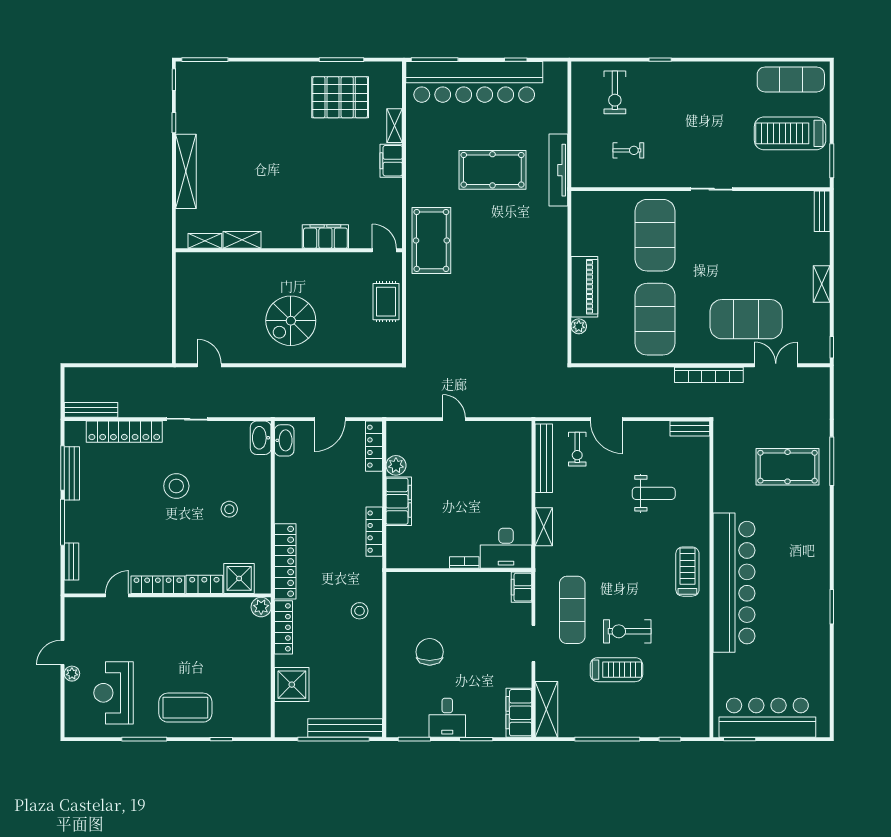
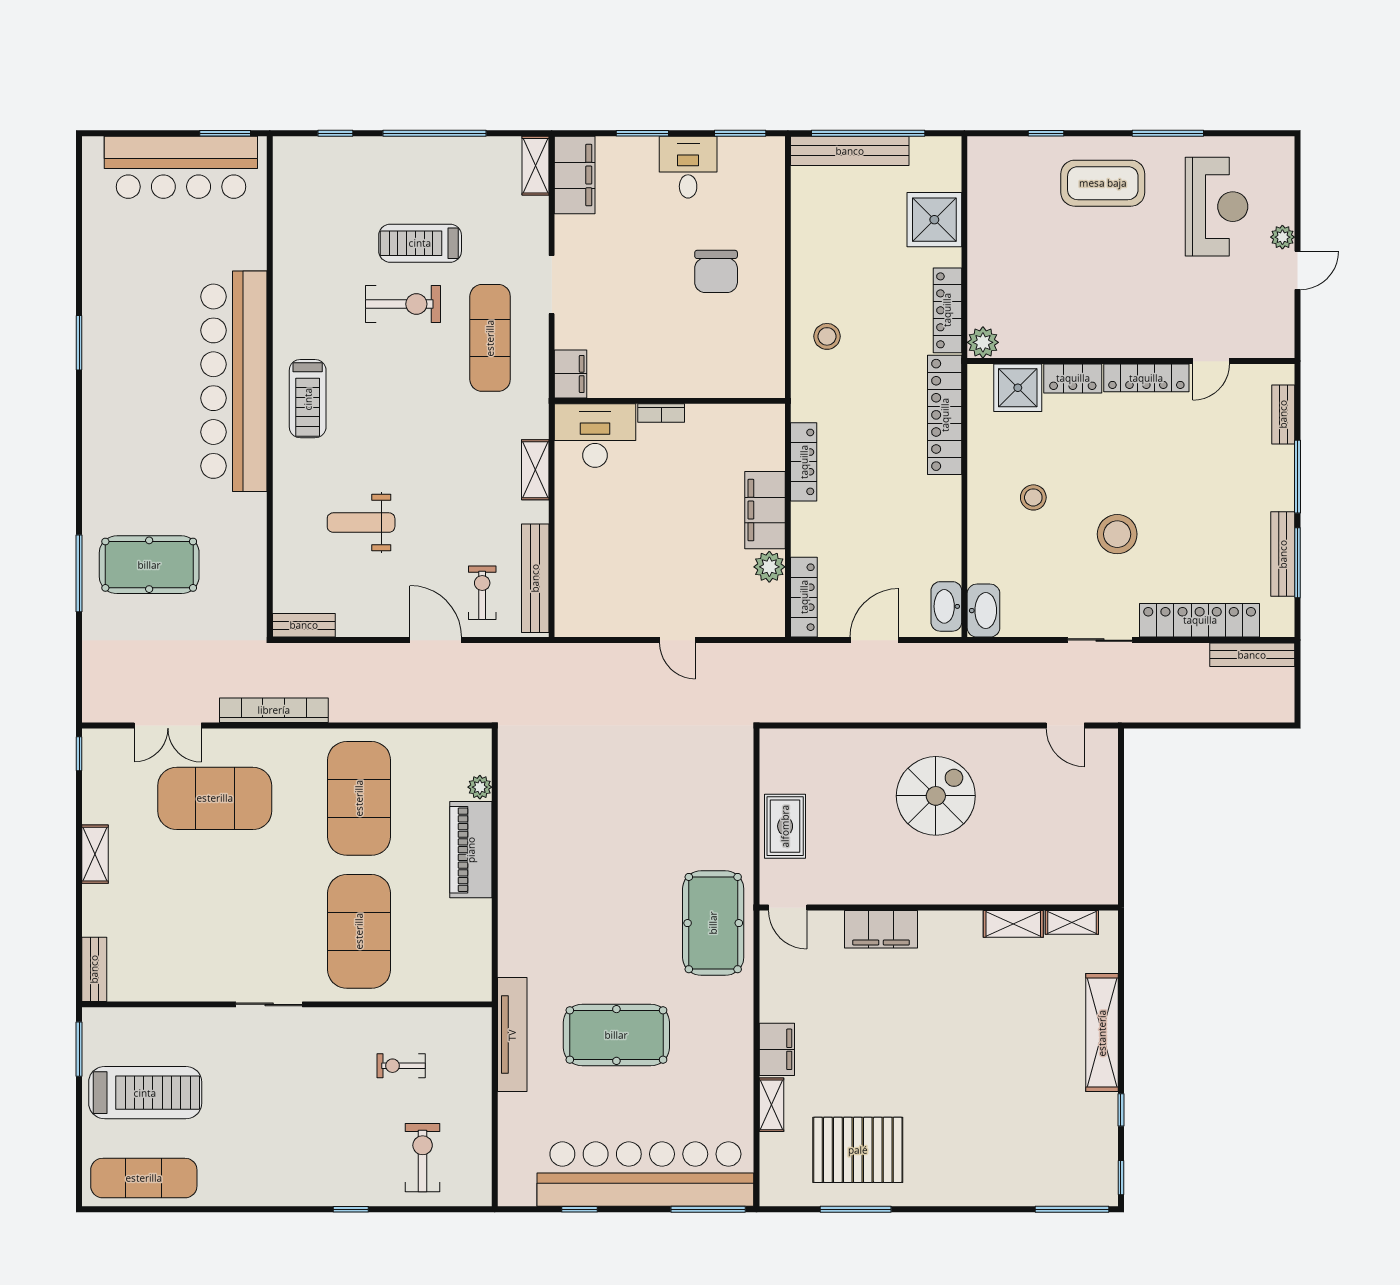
shelving: (546, 709) -> (535, 166), width x0.67, depth x0.75

